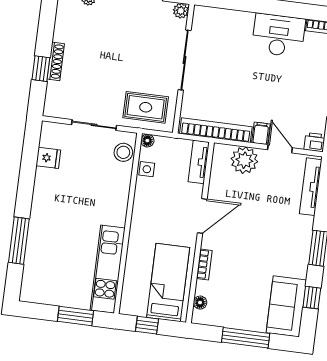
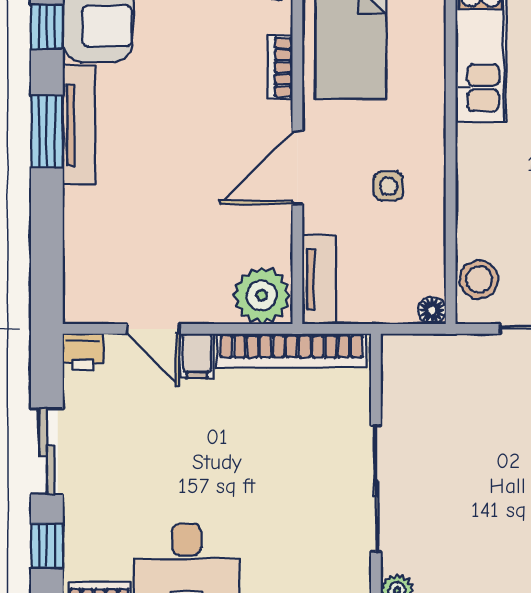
rug: (146, 107) -> (445, 379), removed
plant: (244, 160) -> (262, 295), moved
side table: (147, 169) -> (389, 186), moved
tv unit: (311, 187) -> (79, 125), moved

